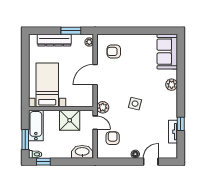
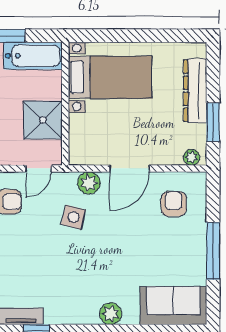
window: (138, 31) -> (213, 251), added
door: (95, 75) -> (130, 168), swing flipped
side table: (135, 104) -> (73, 217), moved
plant: (103, 107) -> (89, 183), moved

